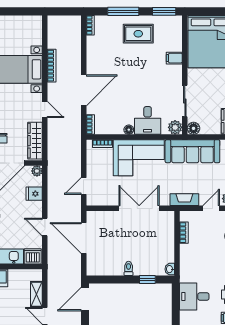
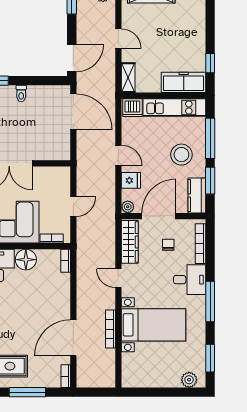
door: (84, 90) -> (73, 338), moved
floor lamp: (129, 130) -> (26, 260), width x1.89, depth x1.89
door: (84, 186) -> (73, 207), moved
door: (45, 227) -> (118, 155), moved
door: (84, 238) -> (73, 112), moved
shelving: (36, 294) -> (128, 78), moved

